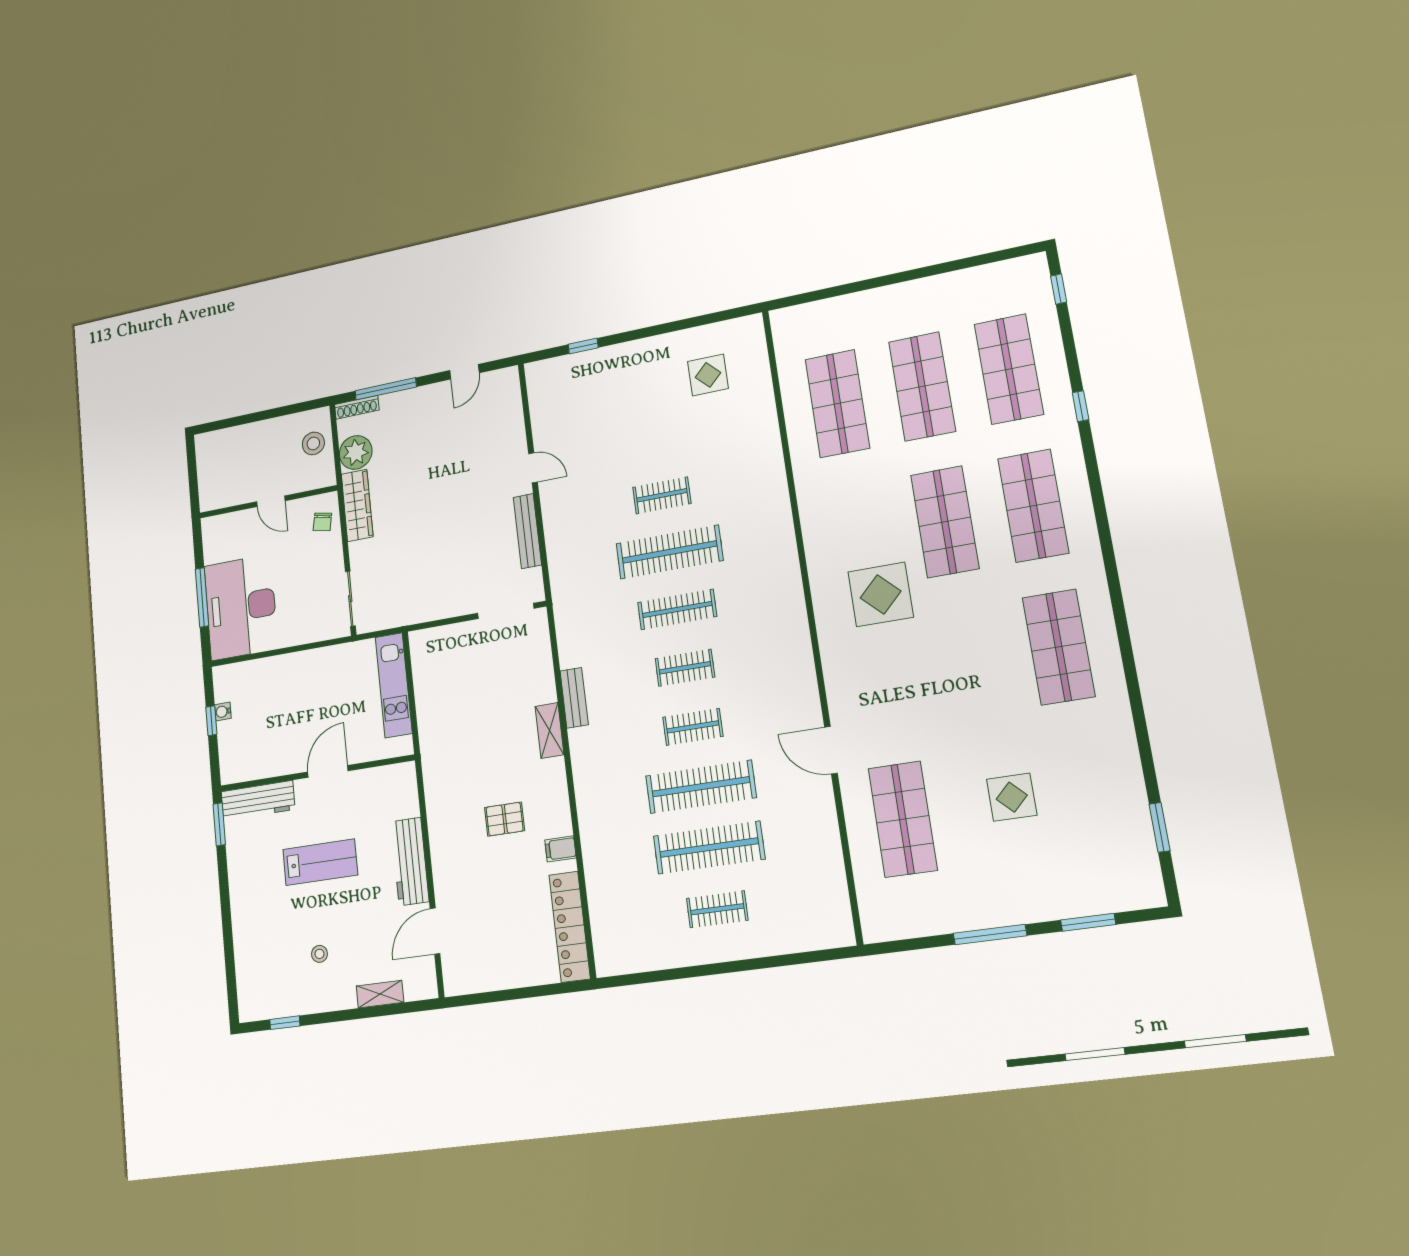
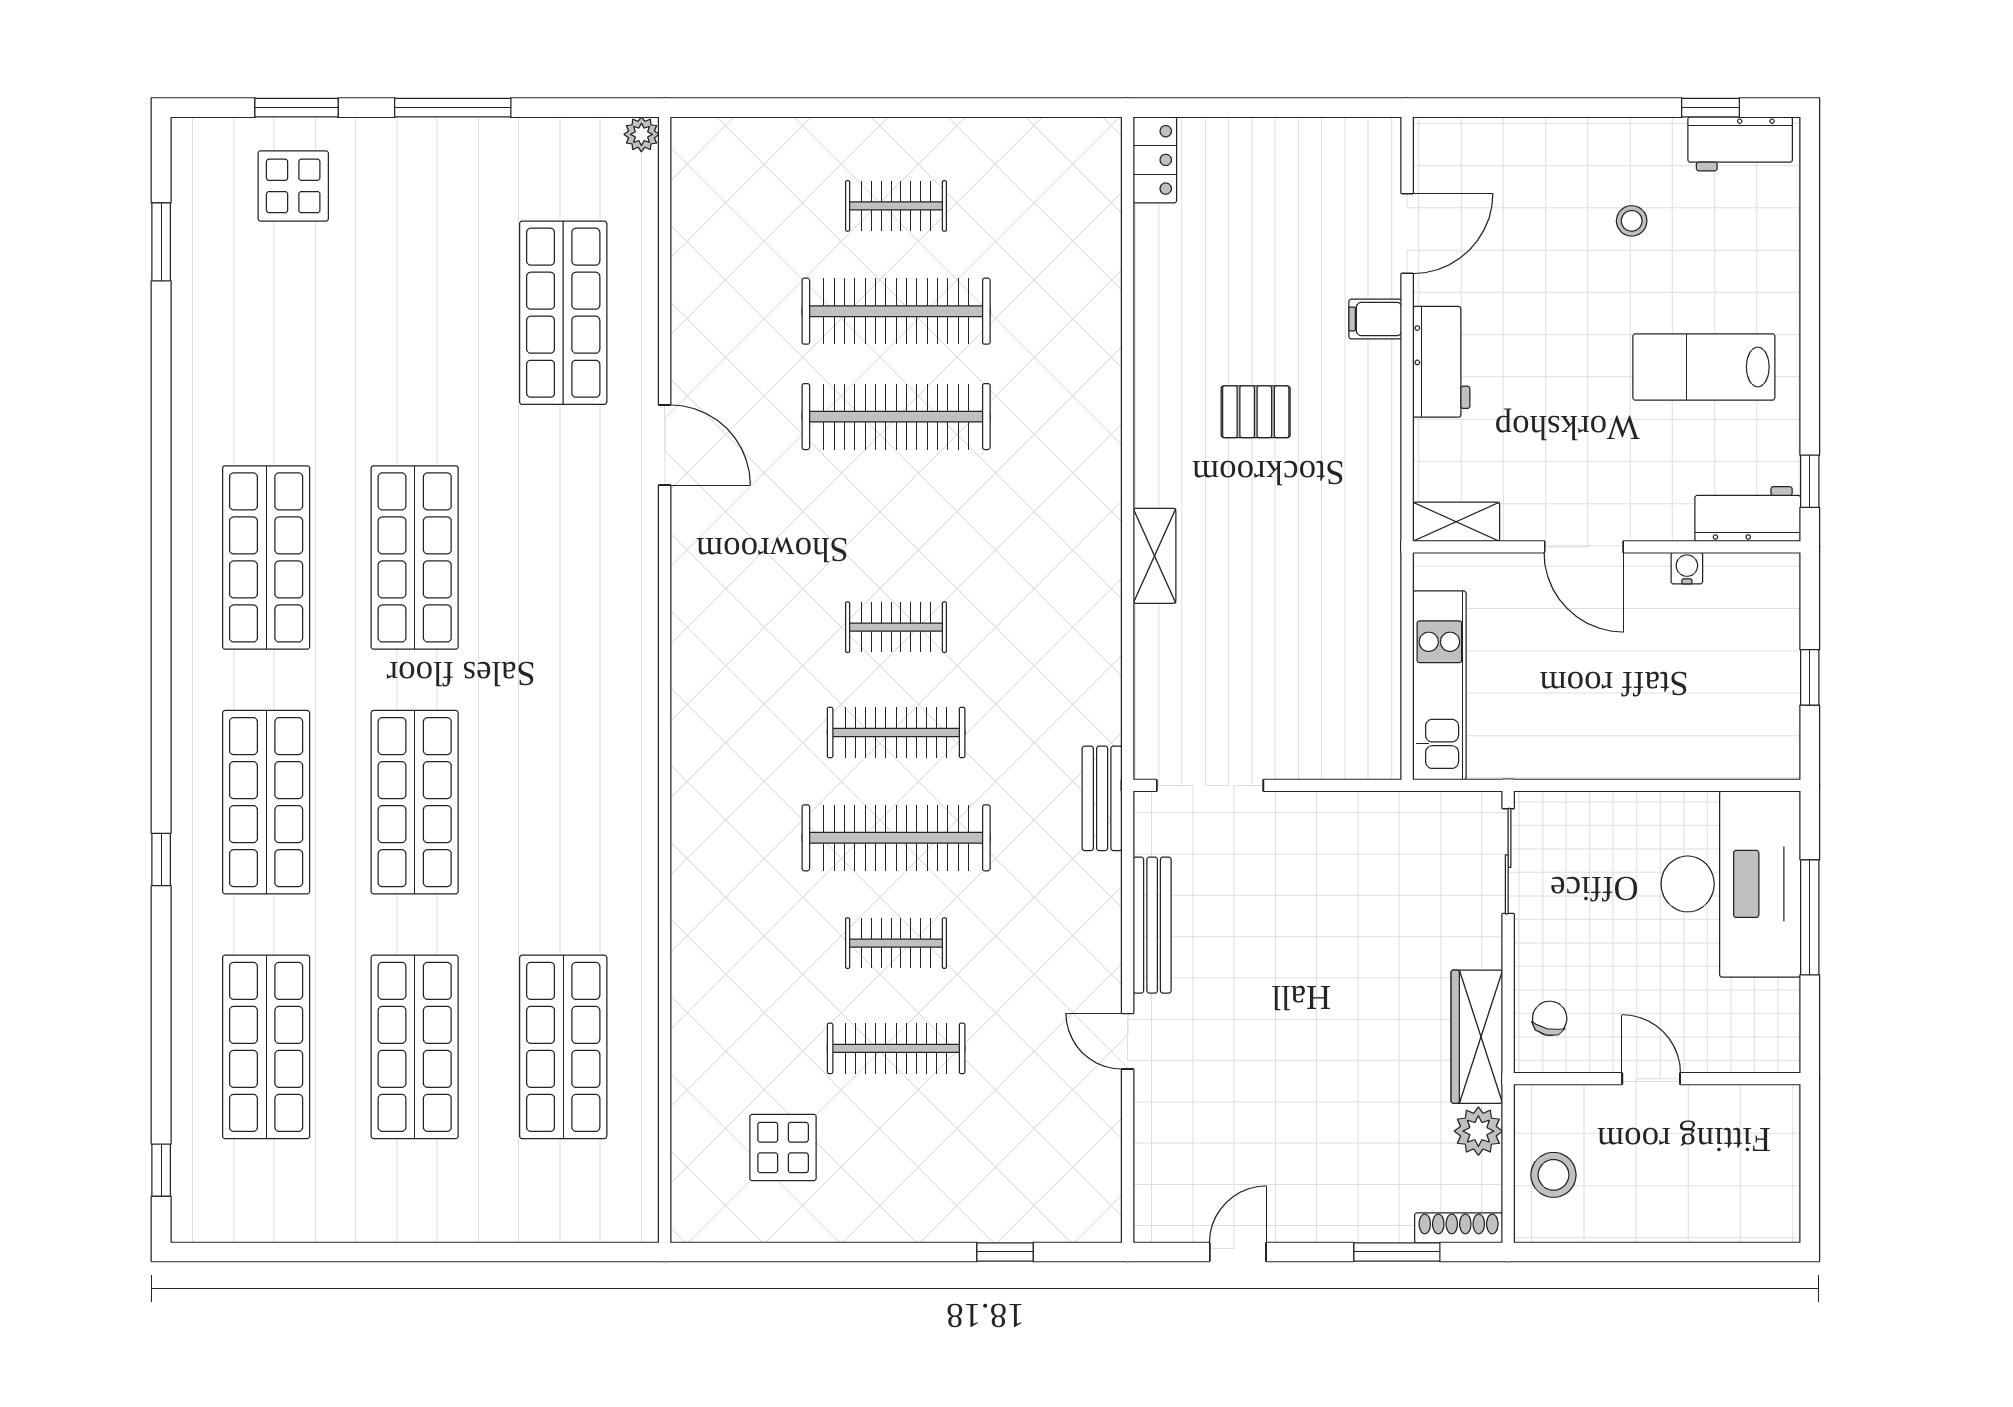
window: (386, 389) -> (1397, 1252), width x0.69
window: (1081, 406) -> (161, 860), moved
plant: (356, 452) -> (1478, 1131), width x0.73, depth x0.73
display table: (881, 594) -> (541, 696), removed
shop shelf: (968, 662) -> (415, 557), added
bench: (574, 698) -> (1102, 798), moved
water cooler: (223, 712) -> (1687, 568), moved, turned -90
clothes rail: (693, 727) -> (896, 1048), moved, width x1.36
door: (328, 771) -> (1584, 547), hinge flipped
display table: (1012, 797) -> (293, 186), moved
workbench: (258, 800) -> (1748, 514), width x0.73
window: (219, 824) -> (1810, 481), width x0.67
filing cabinet: (560, 849) -> (1375, 319), moved, turned 180
workbench: (410, 861) -> (1441, 362), width x0.73
lab bench: (320, 862) -> (1704, 367), moved
locker: (570, 927) -> (1155, 160), width x0.46, depth x0.83
plant: (872, 933) -> (641, 134), added
shelving: (380, 994) -> (1456, 522), moved
workbench: (268, 1004) -> (1740, 144), added

